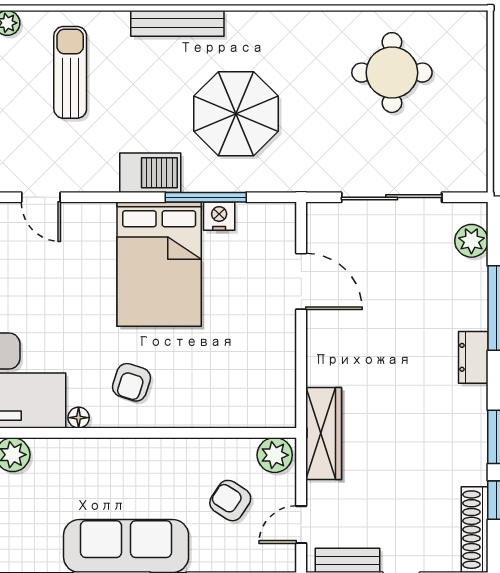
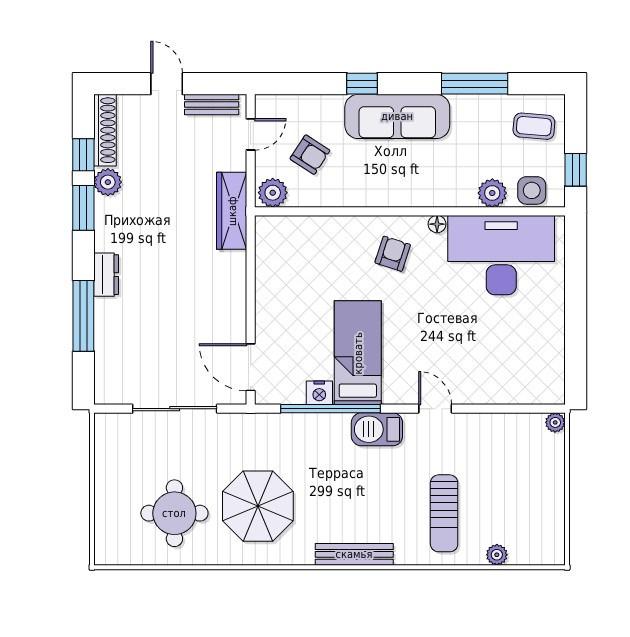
parasol: (236, 114) -> (258, 506), moved
door: (41, 197) -> (435, 409), moved
window: (206, 197) -> (330, 409), width x1.46
plant: (471, 241) -> (108, 182), moved
bed: (159, 264) -> (358, 353), width x0.67
door: (301, 281) -> (251, 367), moved

